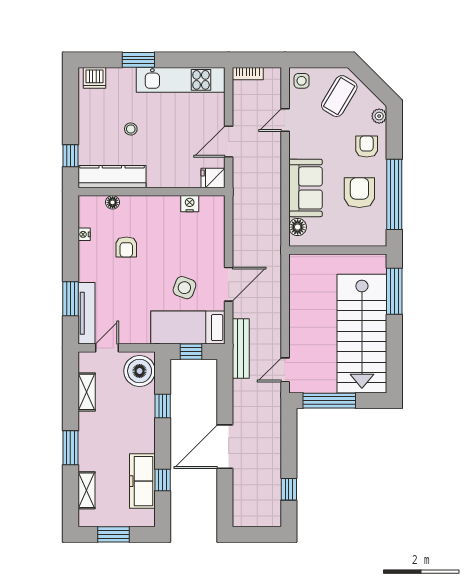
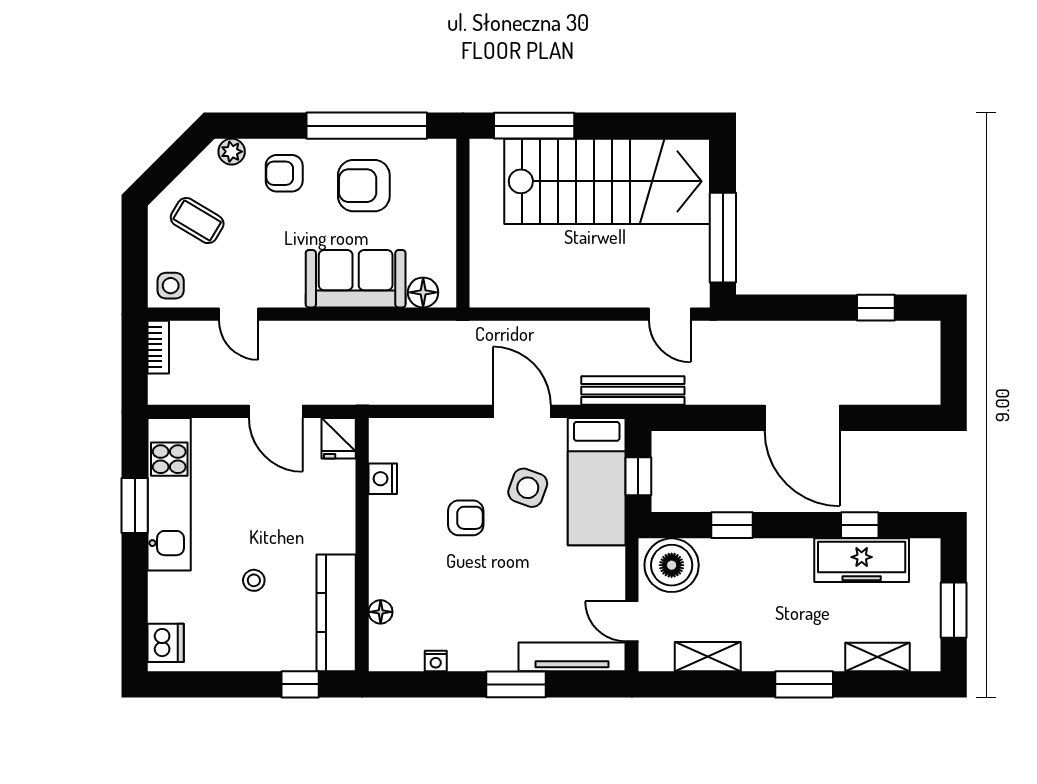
window: (138, 60) -> (135, 505), moved
bookcase: (248, 74) -> (158, 347), moved
coffee table: (339, 96) -> (197, 221), width x0.73, depth x0.77
armchair: (126, 247) -> (466, 518), moved
window: (70, 299) -> (516, 684), moved

